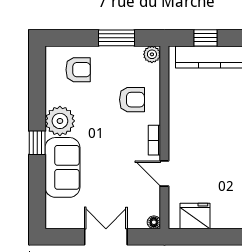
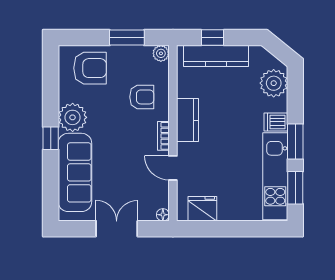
armchair: (78, 70) -> (90, 68), width x1.38, depth x1.38
kitchen counter: (180, 124) -> (188, 120), added
sofa: (62, 167) -> (75, 172), width x1.36

